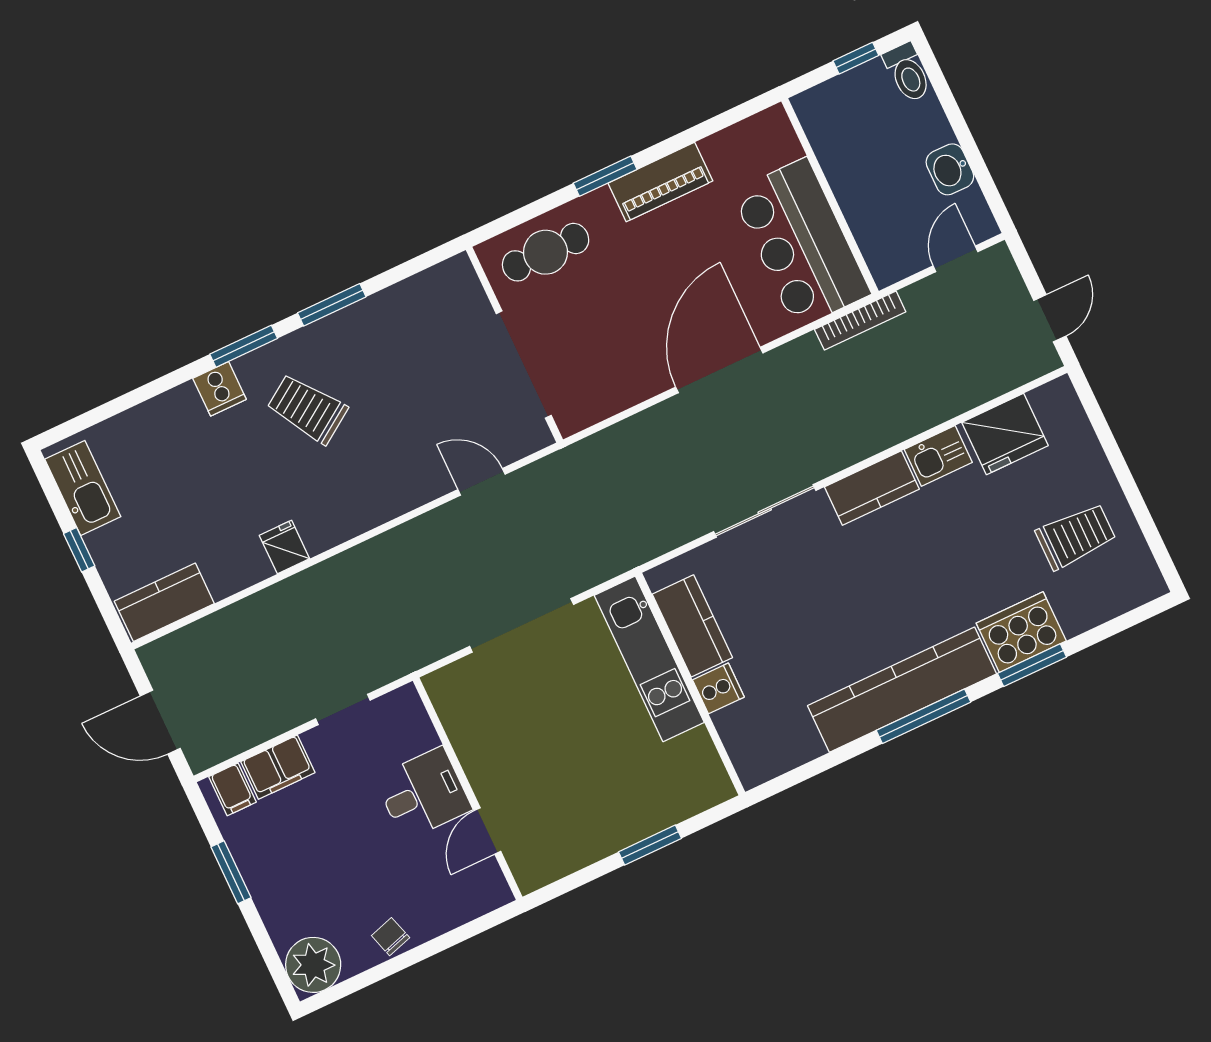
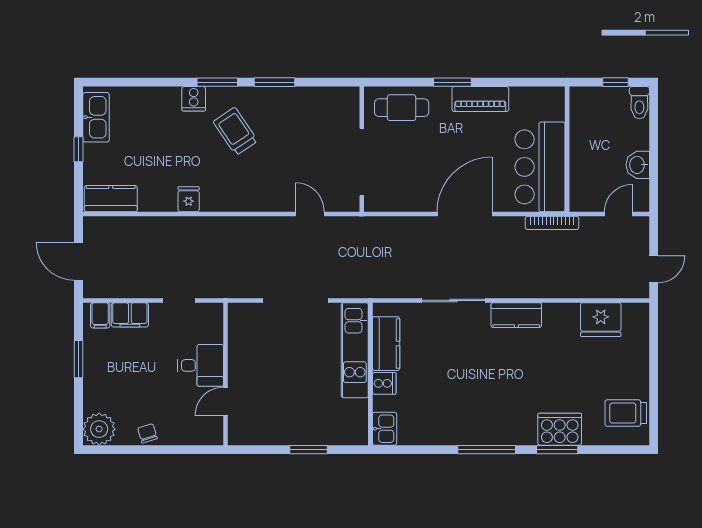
kitchen sink: (938, 456) -> (385, 429), moved, turned -90
trolley: (1076, 536) -> (626, 413), moved, turned 180
kitchen counter: (902, 690) -> (482, 430), removed

